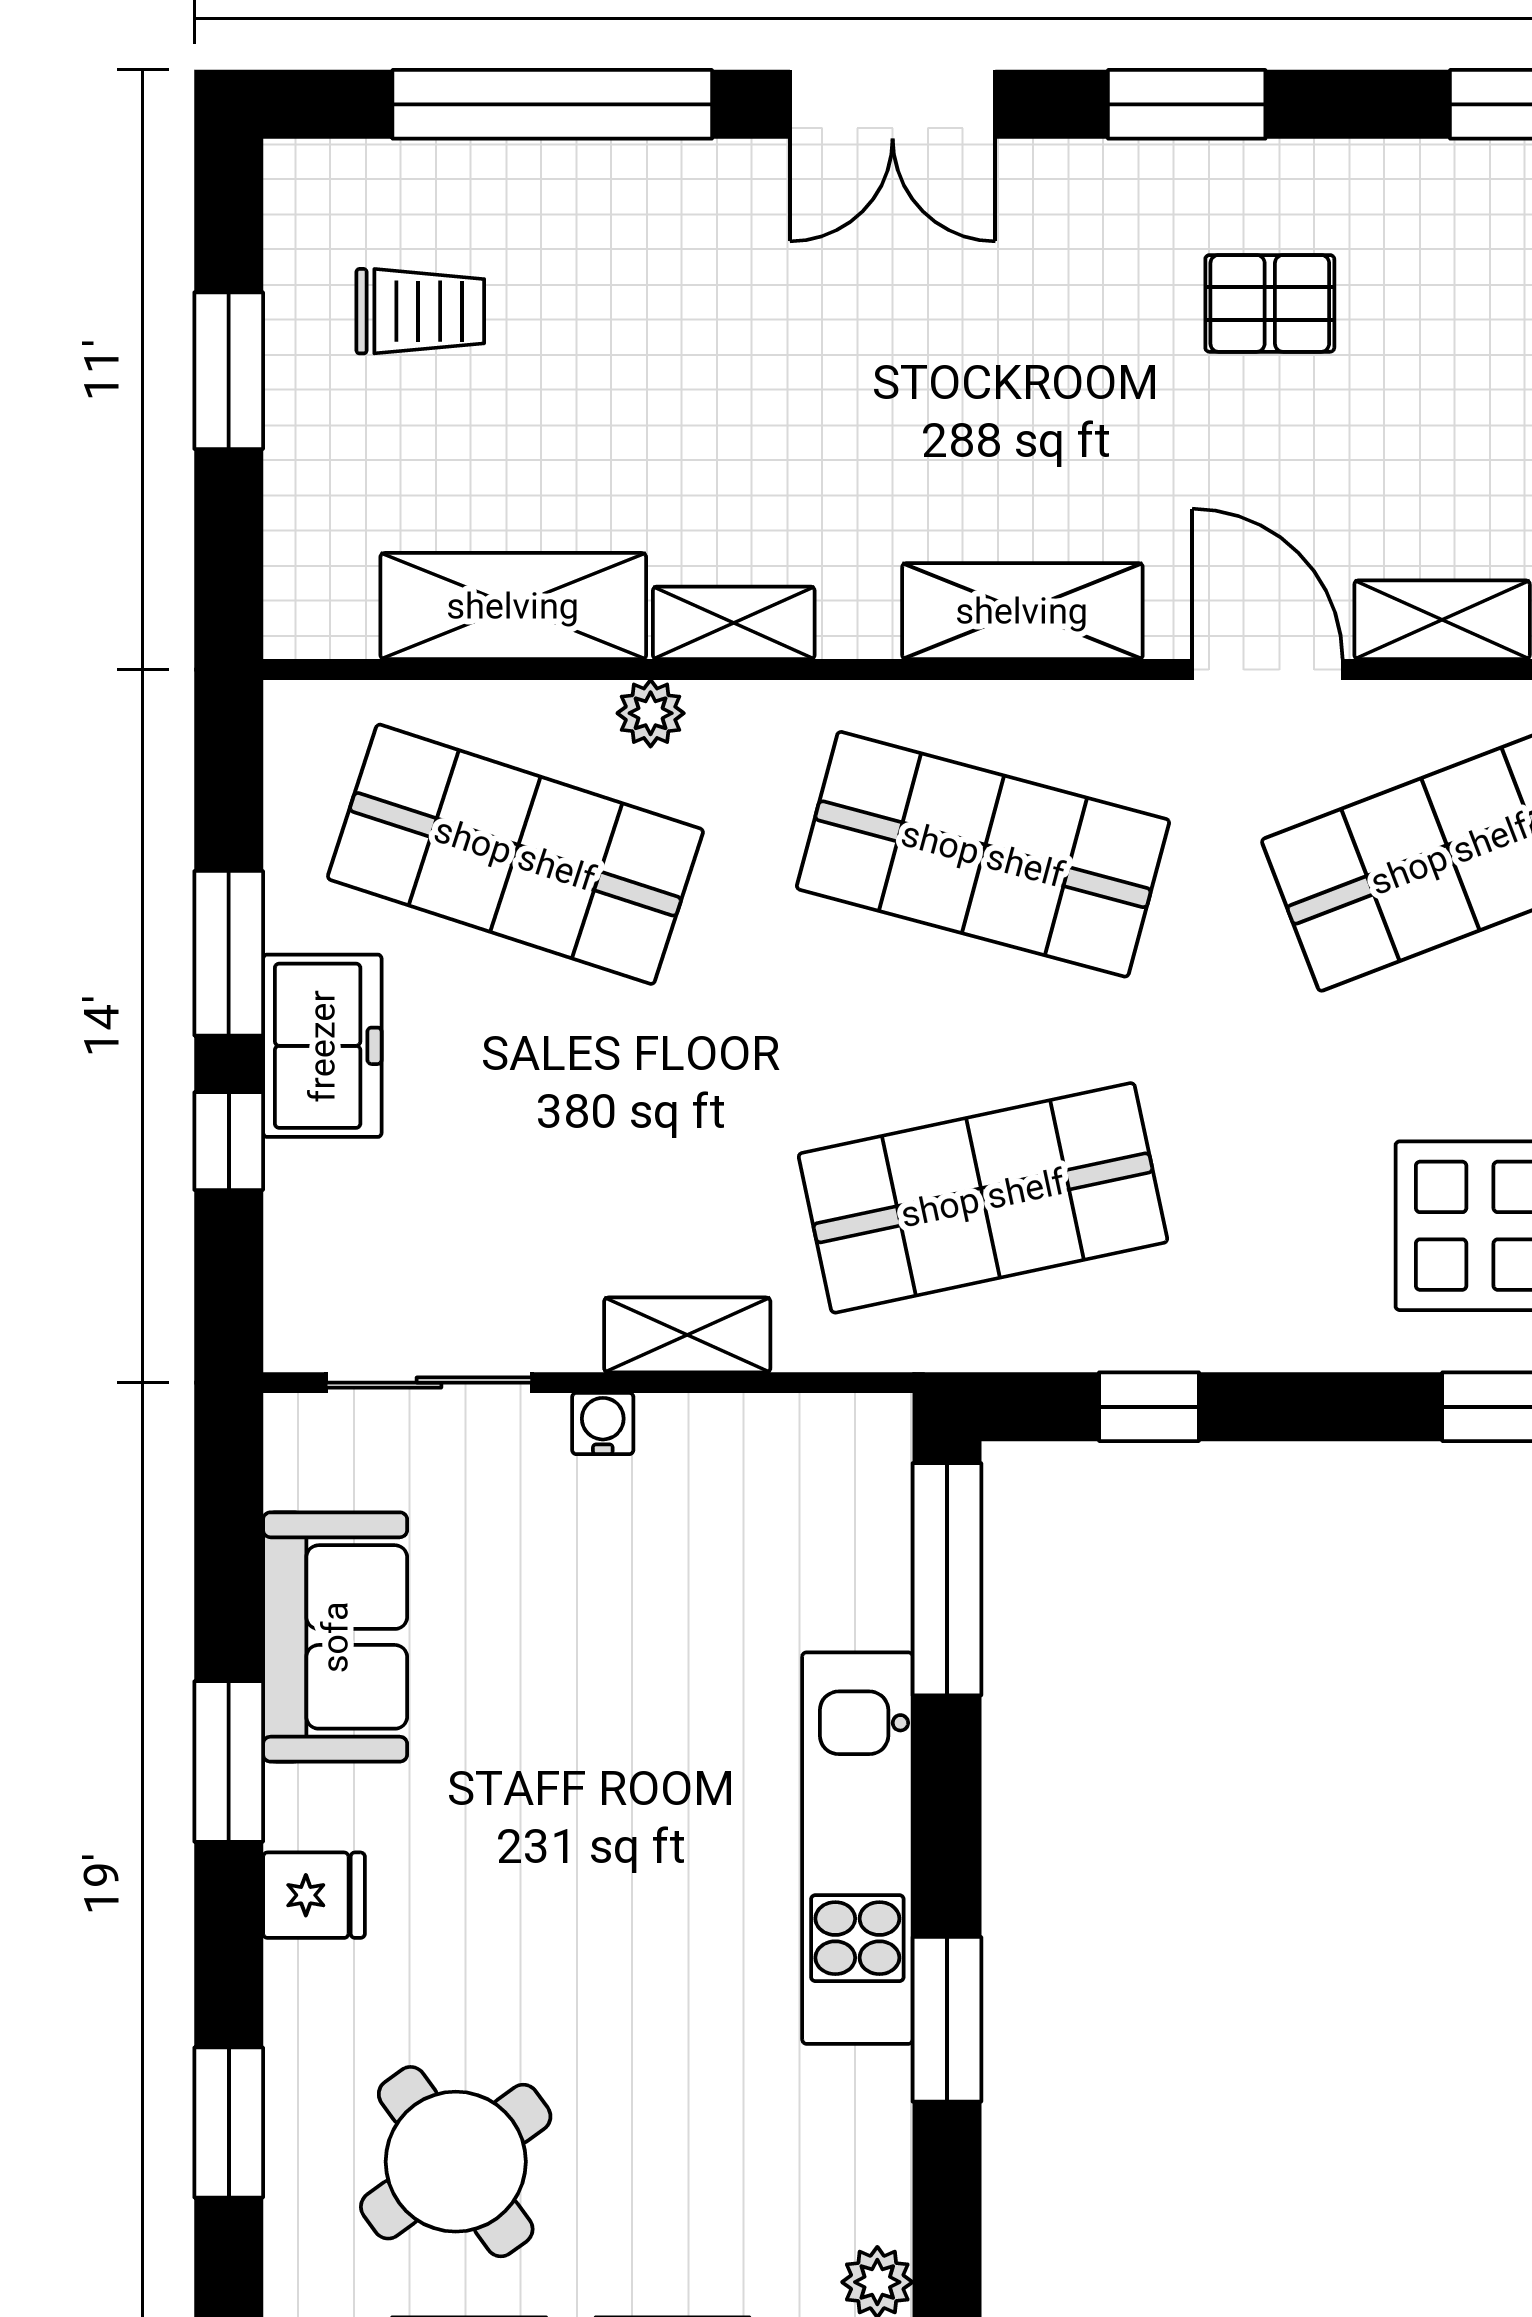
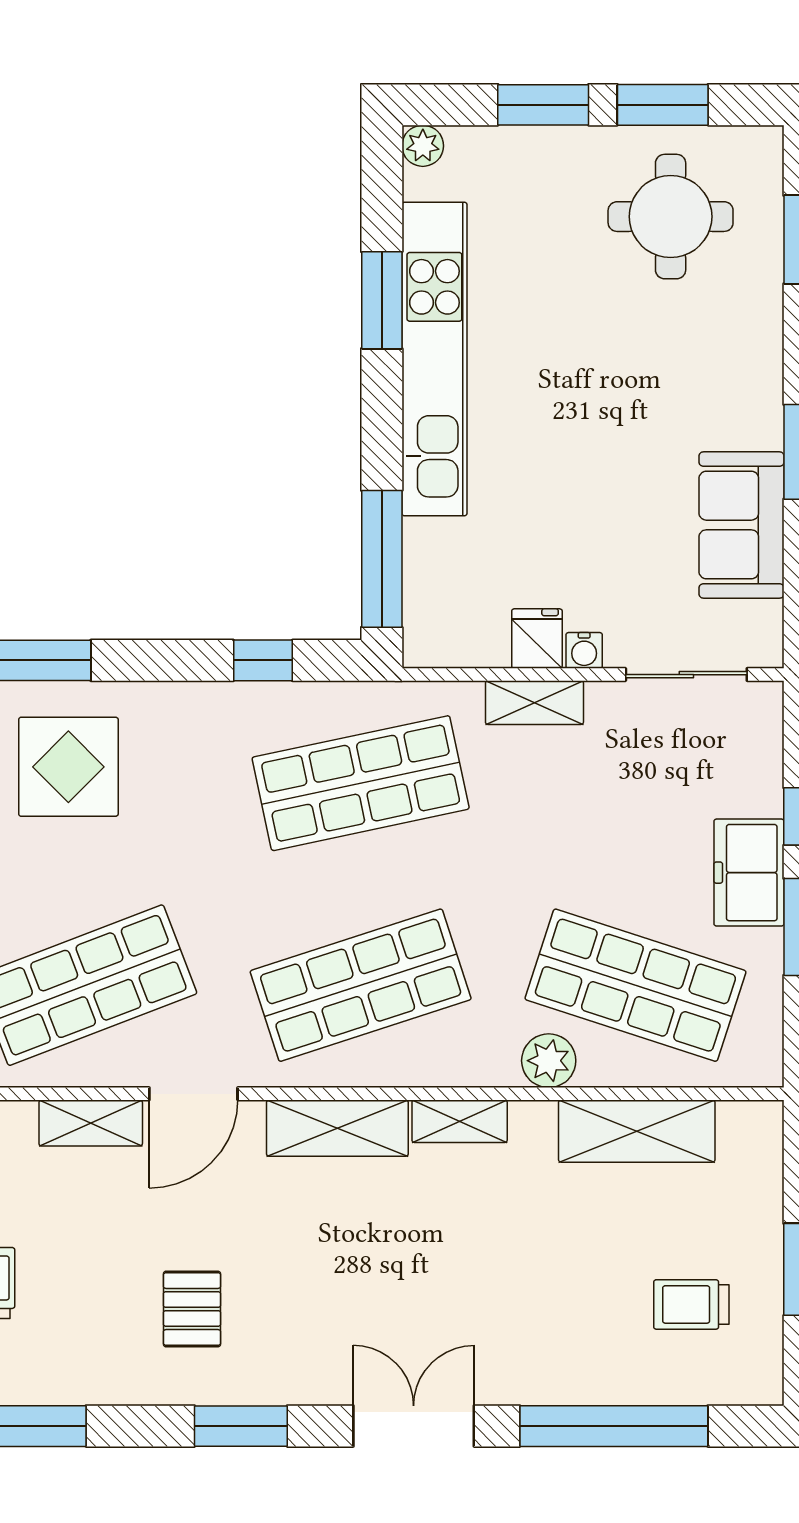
pallet: (1270, 303) -> (192, 1309), turned 90
shelving: (734, 623) -> (460, 1121), moved
door: (1267, 670) -> (193, 1094), hinge flipped
plant: (651, 713) -> (549, 1061), width x1.38, depth x1.38
shop shelf: (983, 854) -> (361, 985), turned -33
kitchen unit: (857, 1848) -> (434, 359), width x1.36
fridge: (314, 1895) -> (537, 639), moved, turned 90
round table: (456, 2162) -> (671, 217), turned 36

